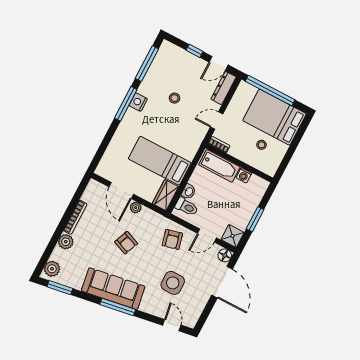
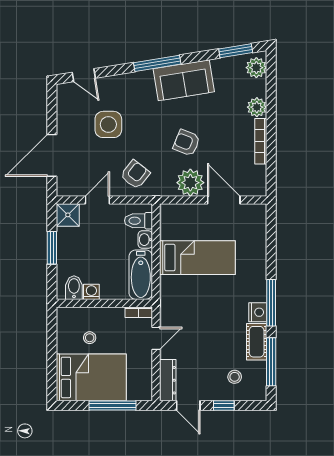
door: (219, 64) -> (188, 405), swing flipped
cot: (150, 83) -> (257, 342), added
window: (270, 91) -> (113, 405), width x0.68
stool: (175, 98) -> (235, 377), moved
bathtub: (219, 166) -> (141, 275), moved, turned -90
bidet: (254, 184) -> (74, 288), added
wardrobe: (165, 195) -> (170, 221), removed
plant: (136, 208) -> (190, 183), width x1.88, depth x1.88
armchair: (172, 239) -> (135, 174), turned 52
floor lamp: (225, 255) -> (65, 188), removed
door: (222, 282) -> (52, 155), hinge flipped
sofa: (113, 289) -> (184, 80), width x0.73

